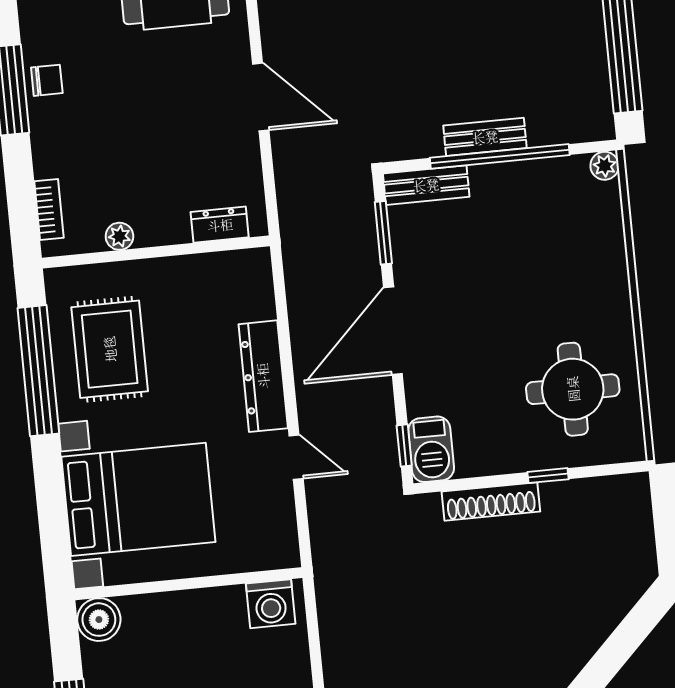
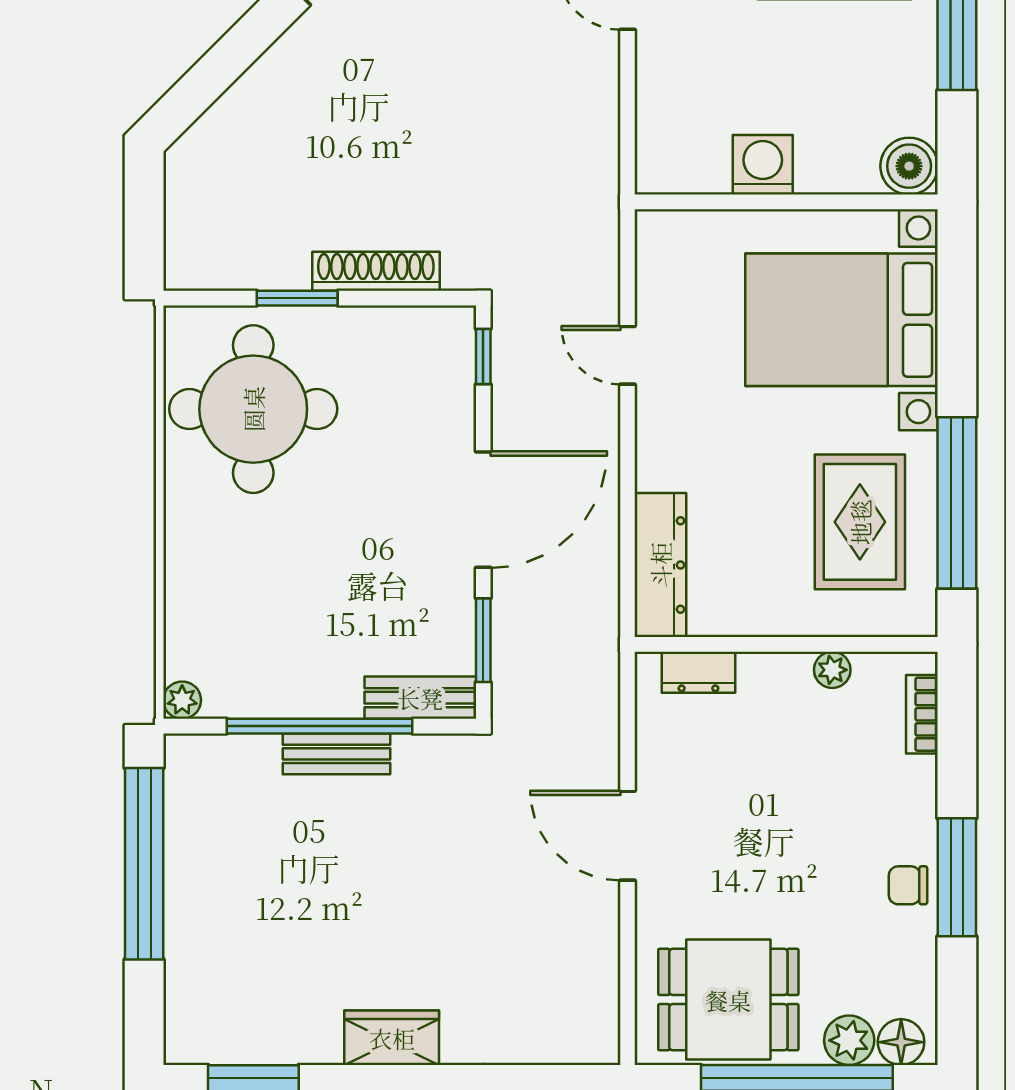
dresser: (263, 376) -> (660, 565), moved
round table: (573, 389) -> (253, 409), width x1.36, depth x1.36
barbecue: (431, 449) -> (448, 348), removed
window: (548, 476) -> (297, 298), width x1.50
washing machine: (271, 604) -> (763, 165), moved

